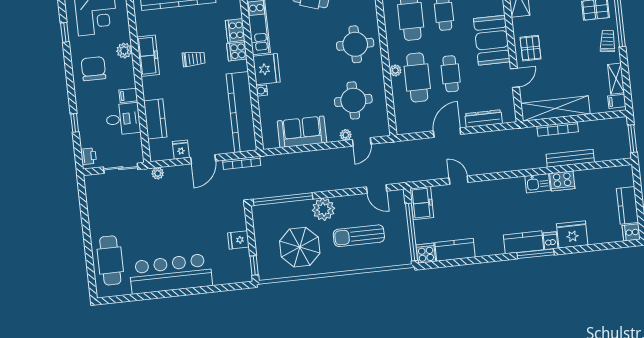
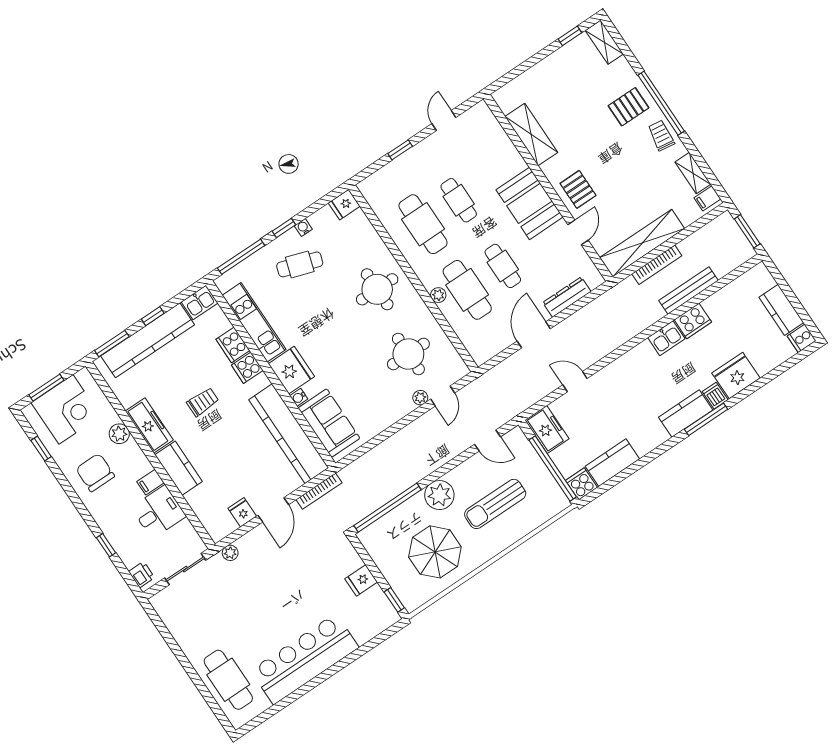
kitchen counter: (155, 119) -> (179, 468), moved
sofa: (302, 132) -> (329, 423), moved, turned 90

